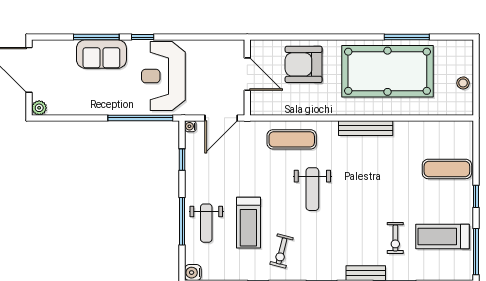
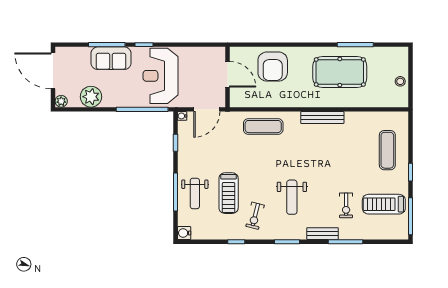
armchair: (304, 64) -> (273, 67), turned -90
pool table: (387, 71) -> (340, 72), width x0.73, depth x0.76
plant: (76, 102) -> (91, 97), added
exercise mat: (447, 169) -> (387, 150), turned 90
weight bench: (312, 189) -> (292, 197), moved

